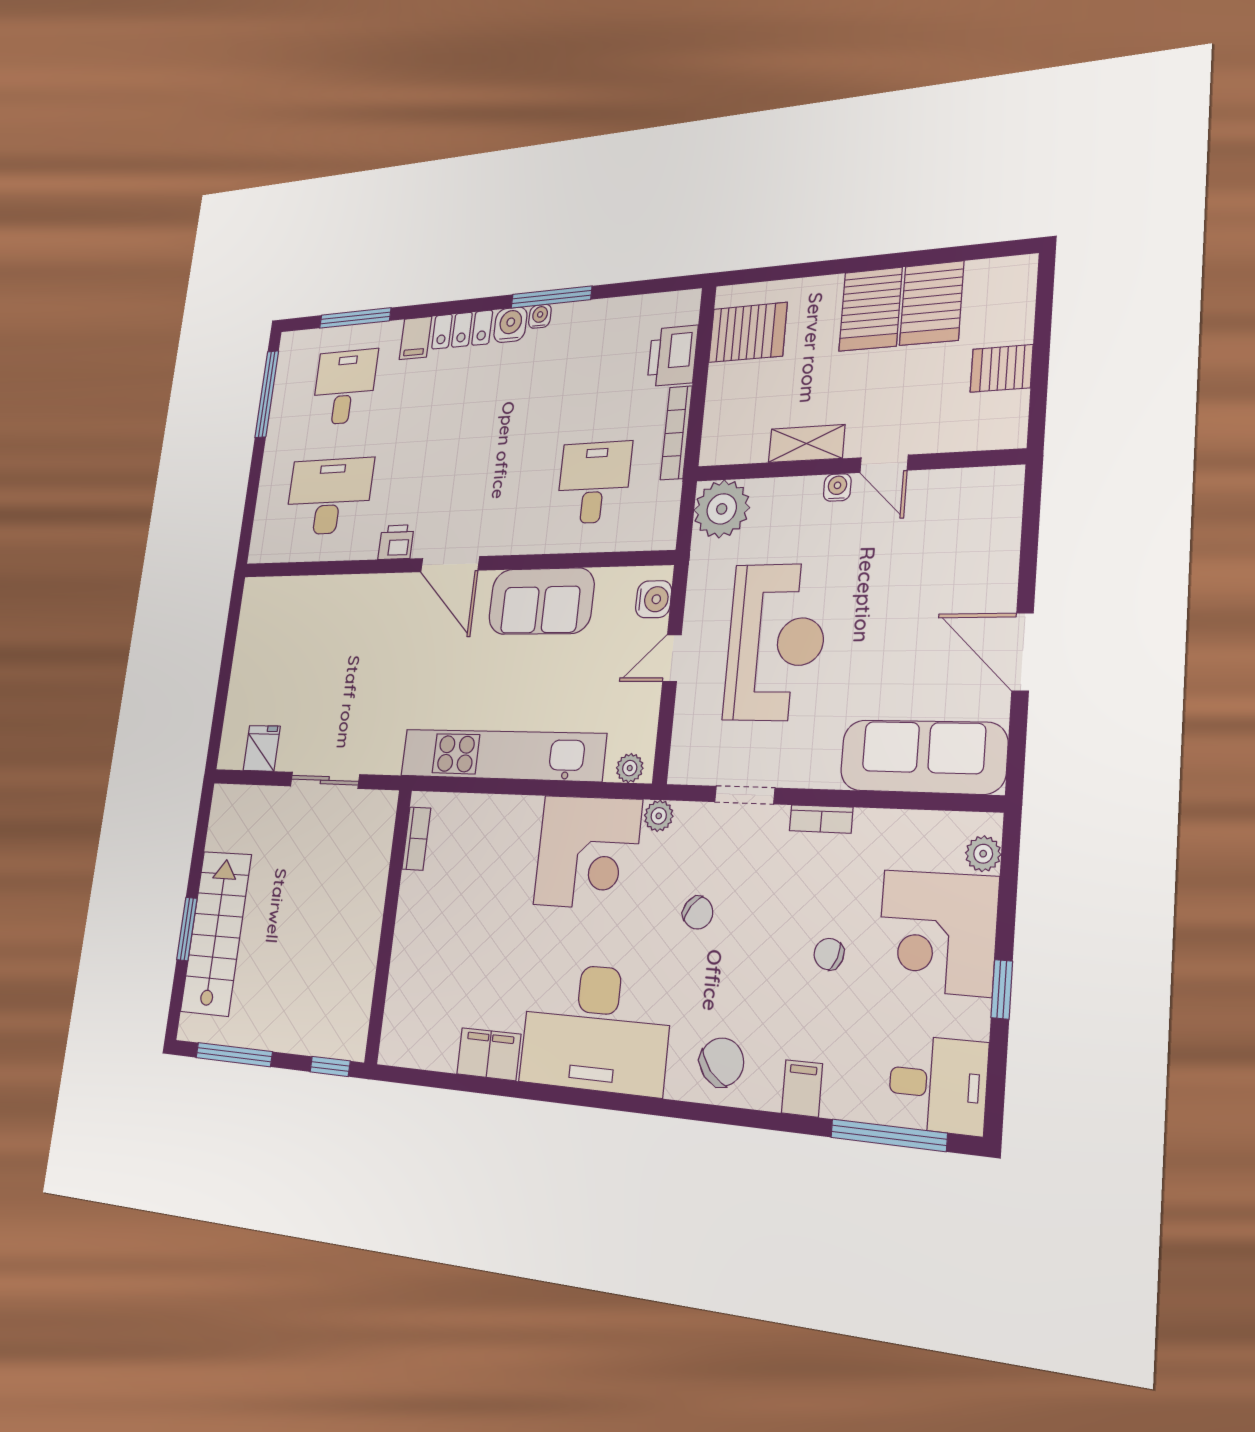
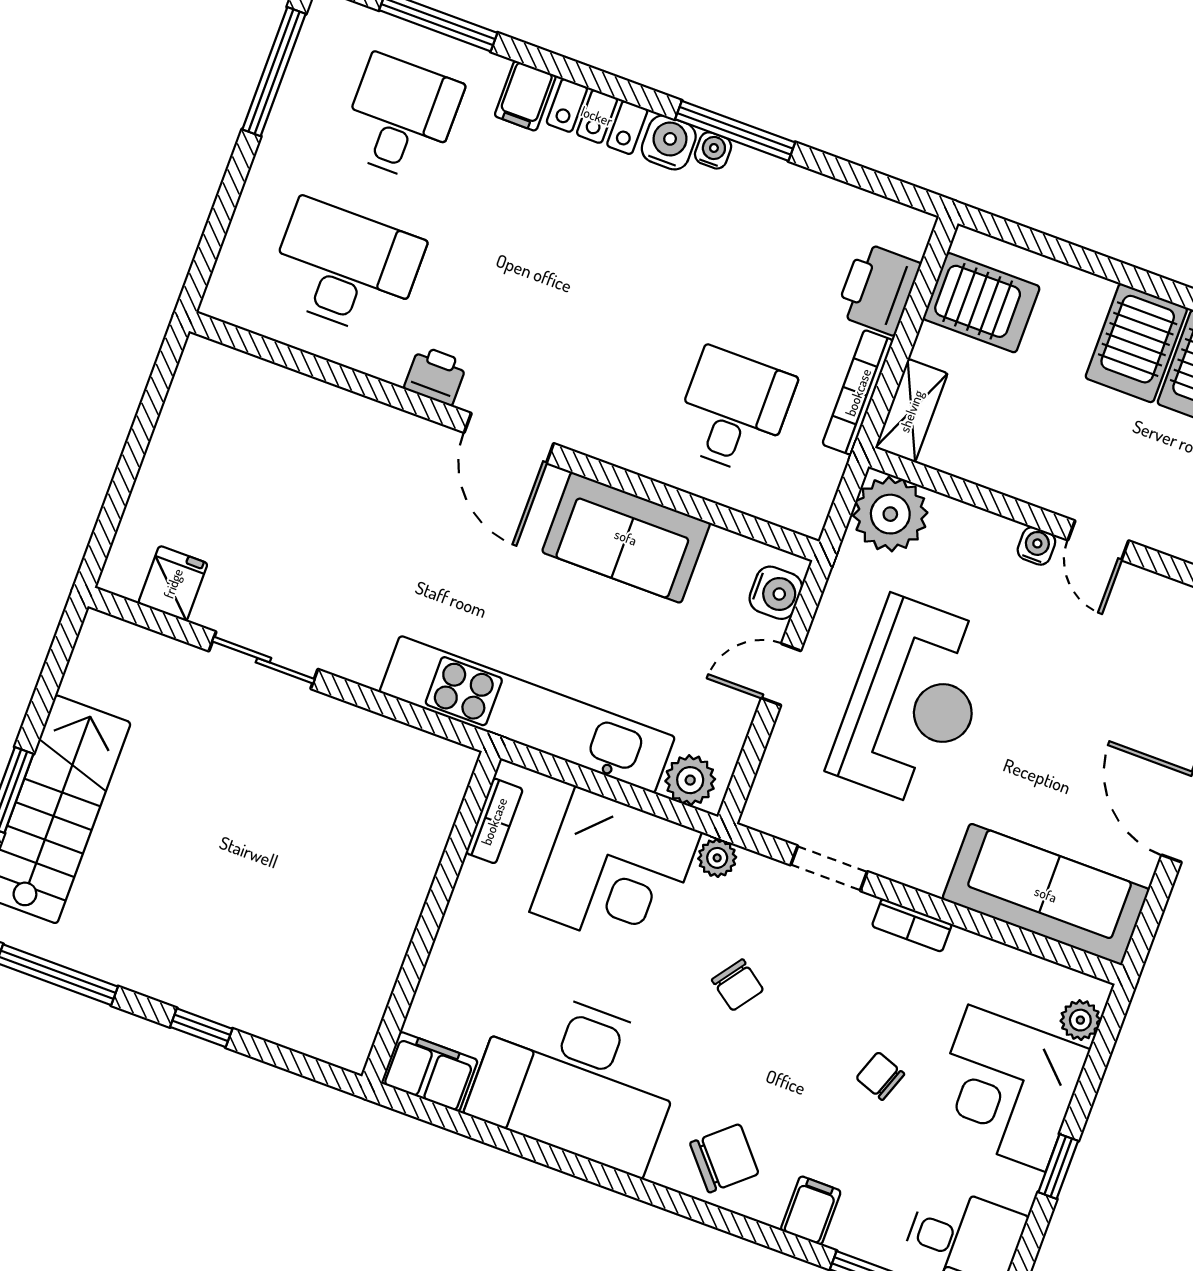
shelving: (807, 444) -> (911, 411), moved, turned 90
plant: (630, 768) -> (690, 780), width x1.38, depth x1.38
bookcase: (416, 839) -> (494, 821), moved
wall: (388, 925) -> (431, 917), moved

